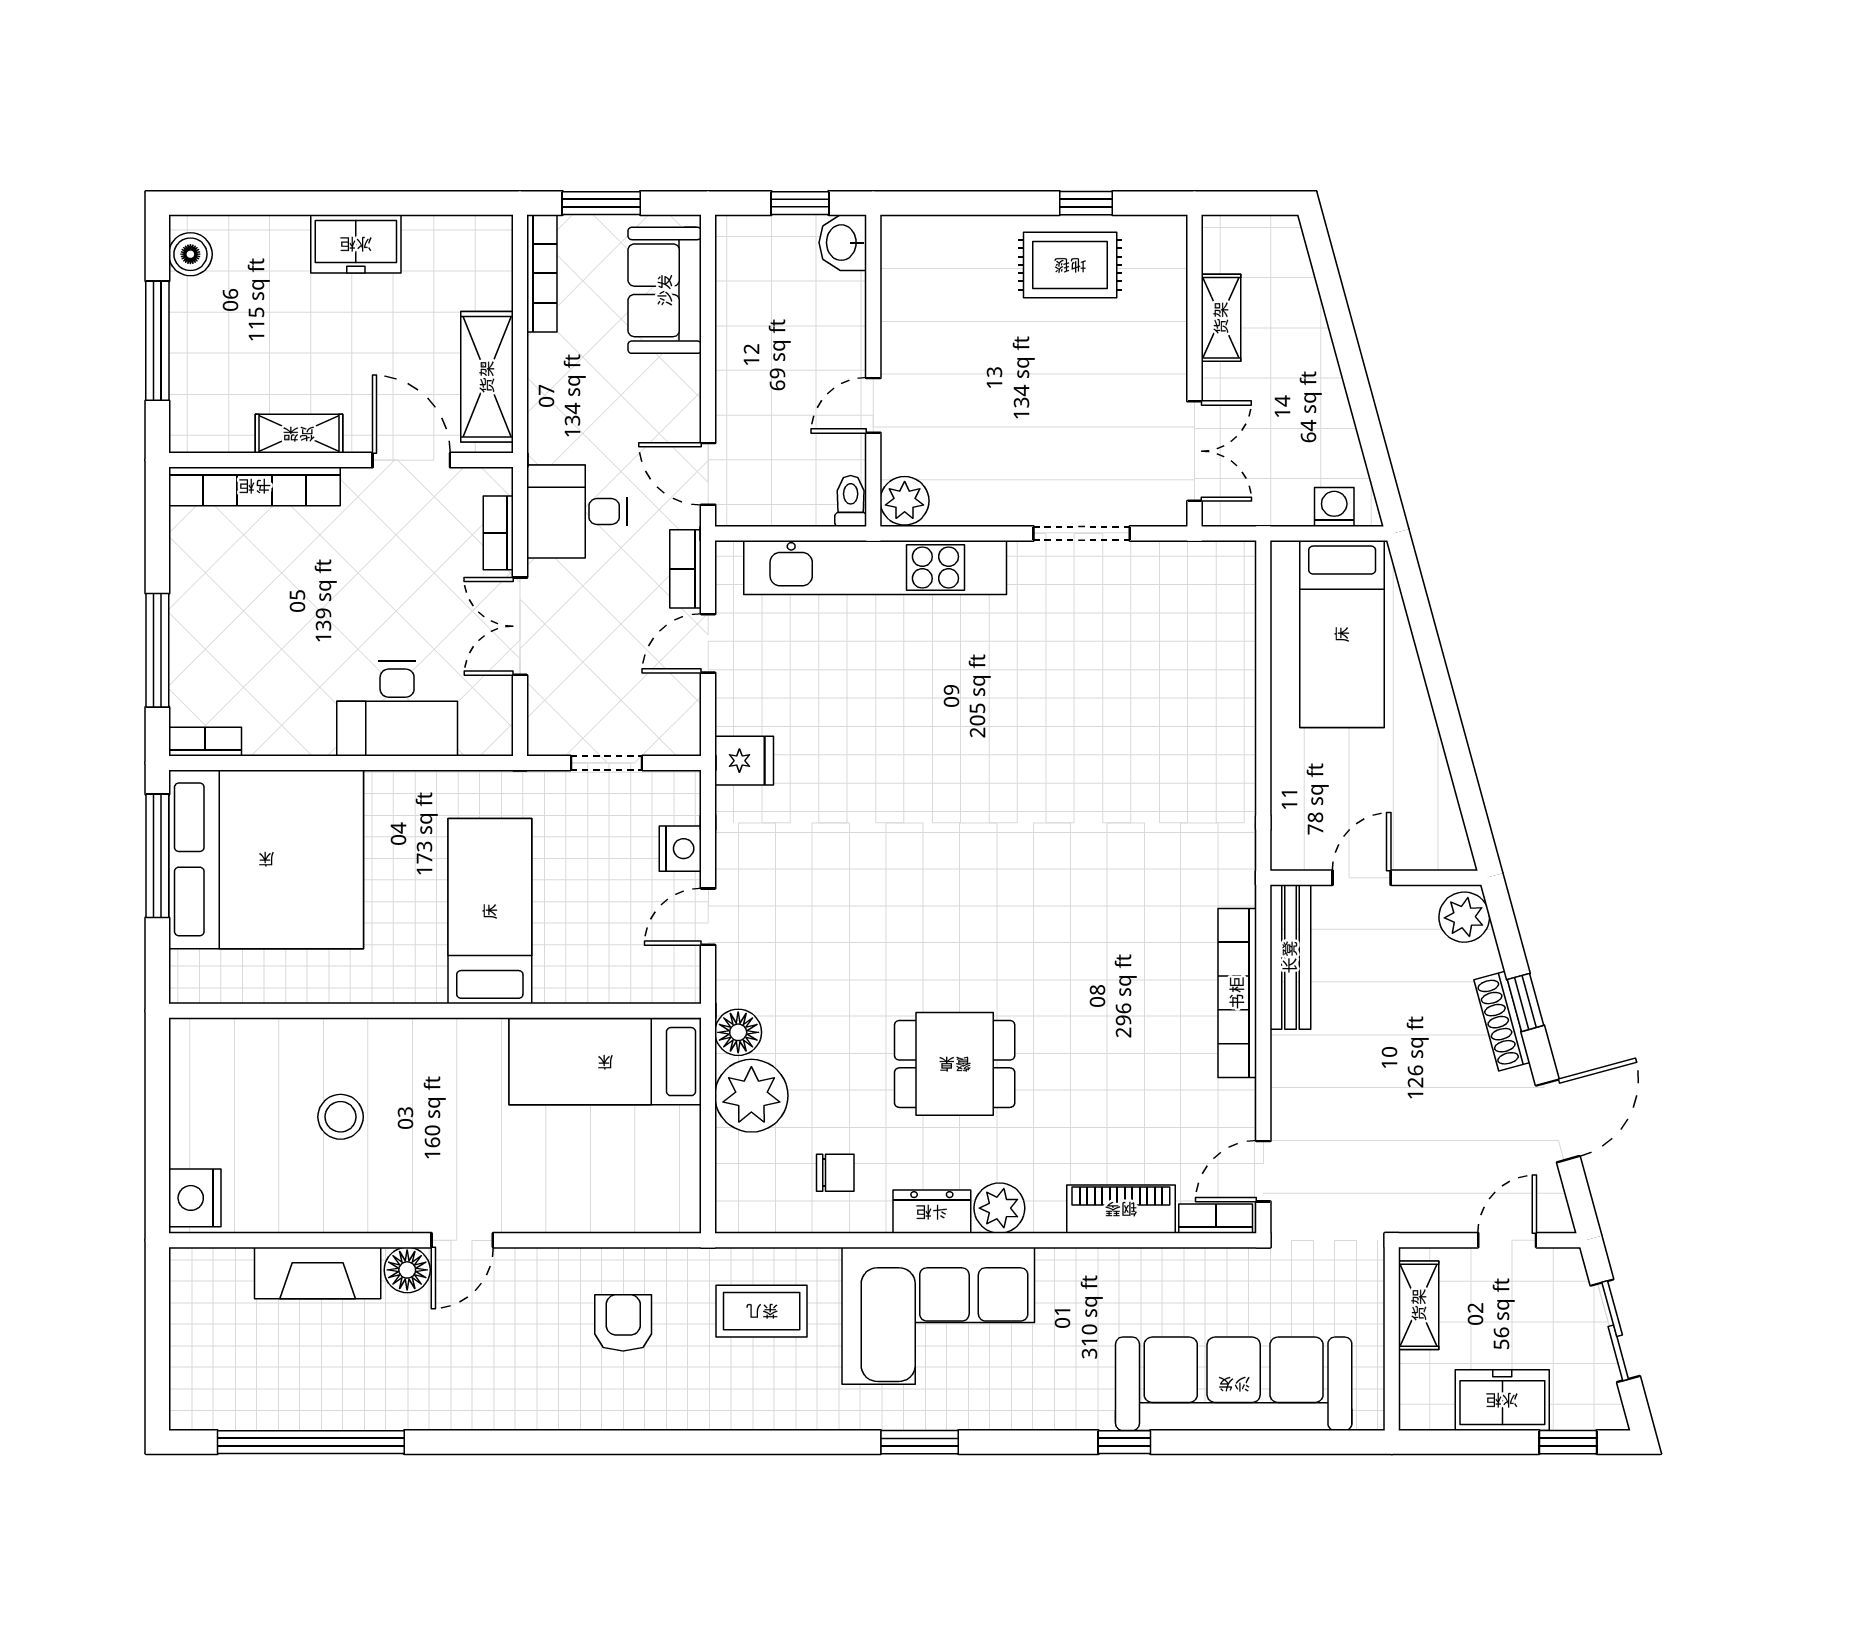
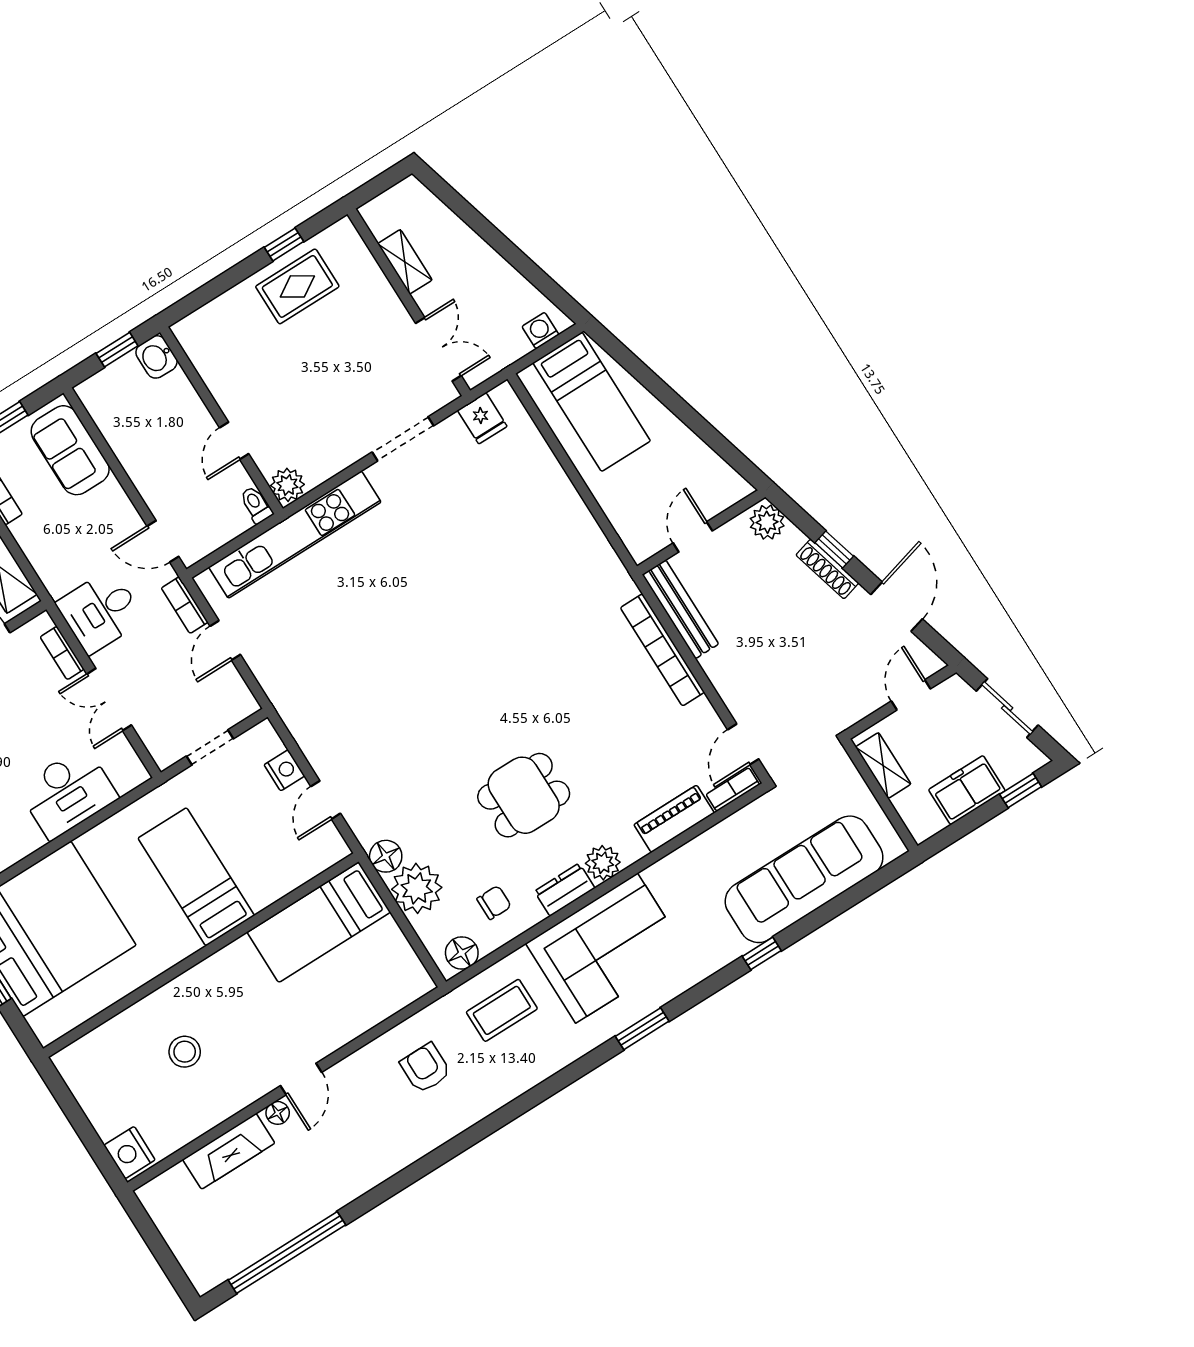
fridge: (744, 761) -> (482, 418), moved, turned 90
floor lamp: (757, 1210) -> (462, 953), added
floor lamp: (407, 1270) -> (278, 1113), width x0.73, depth x0.73

